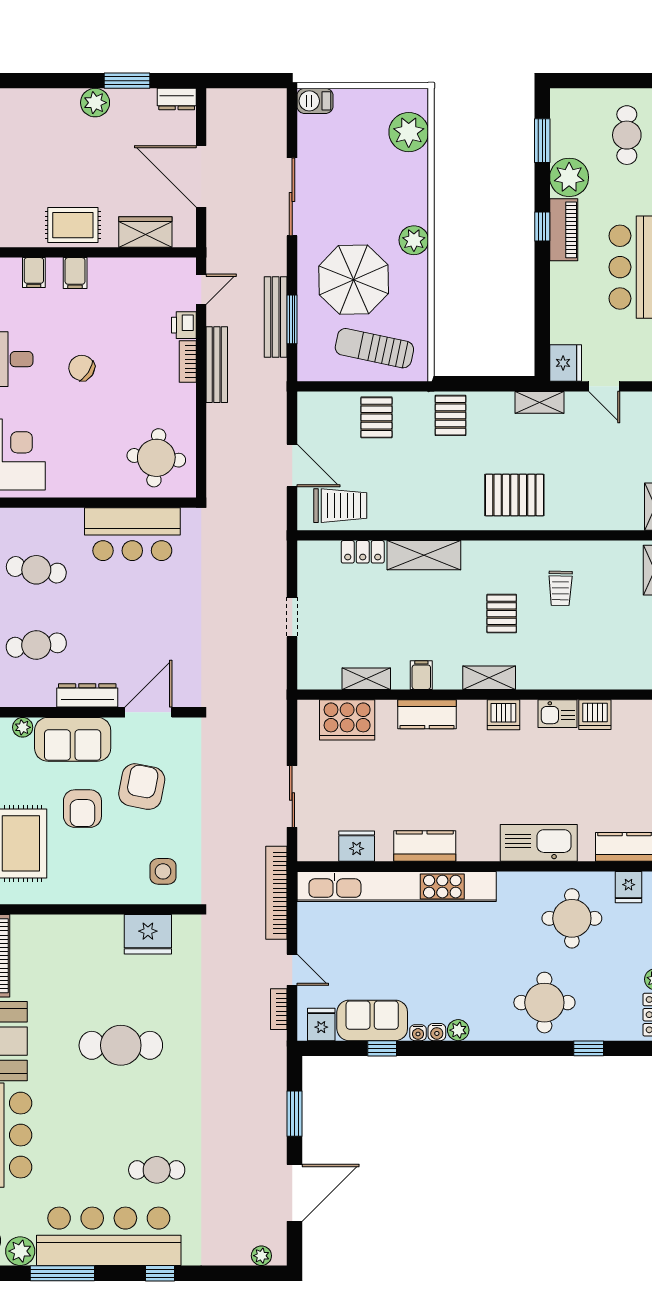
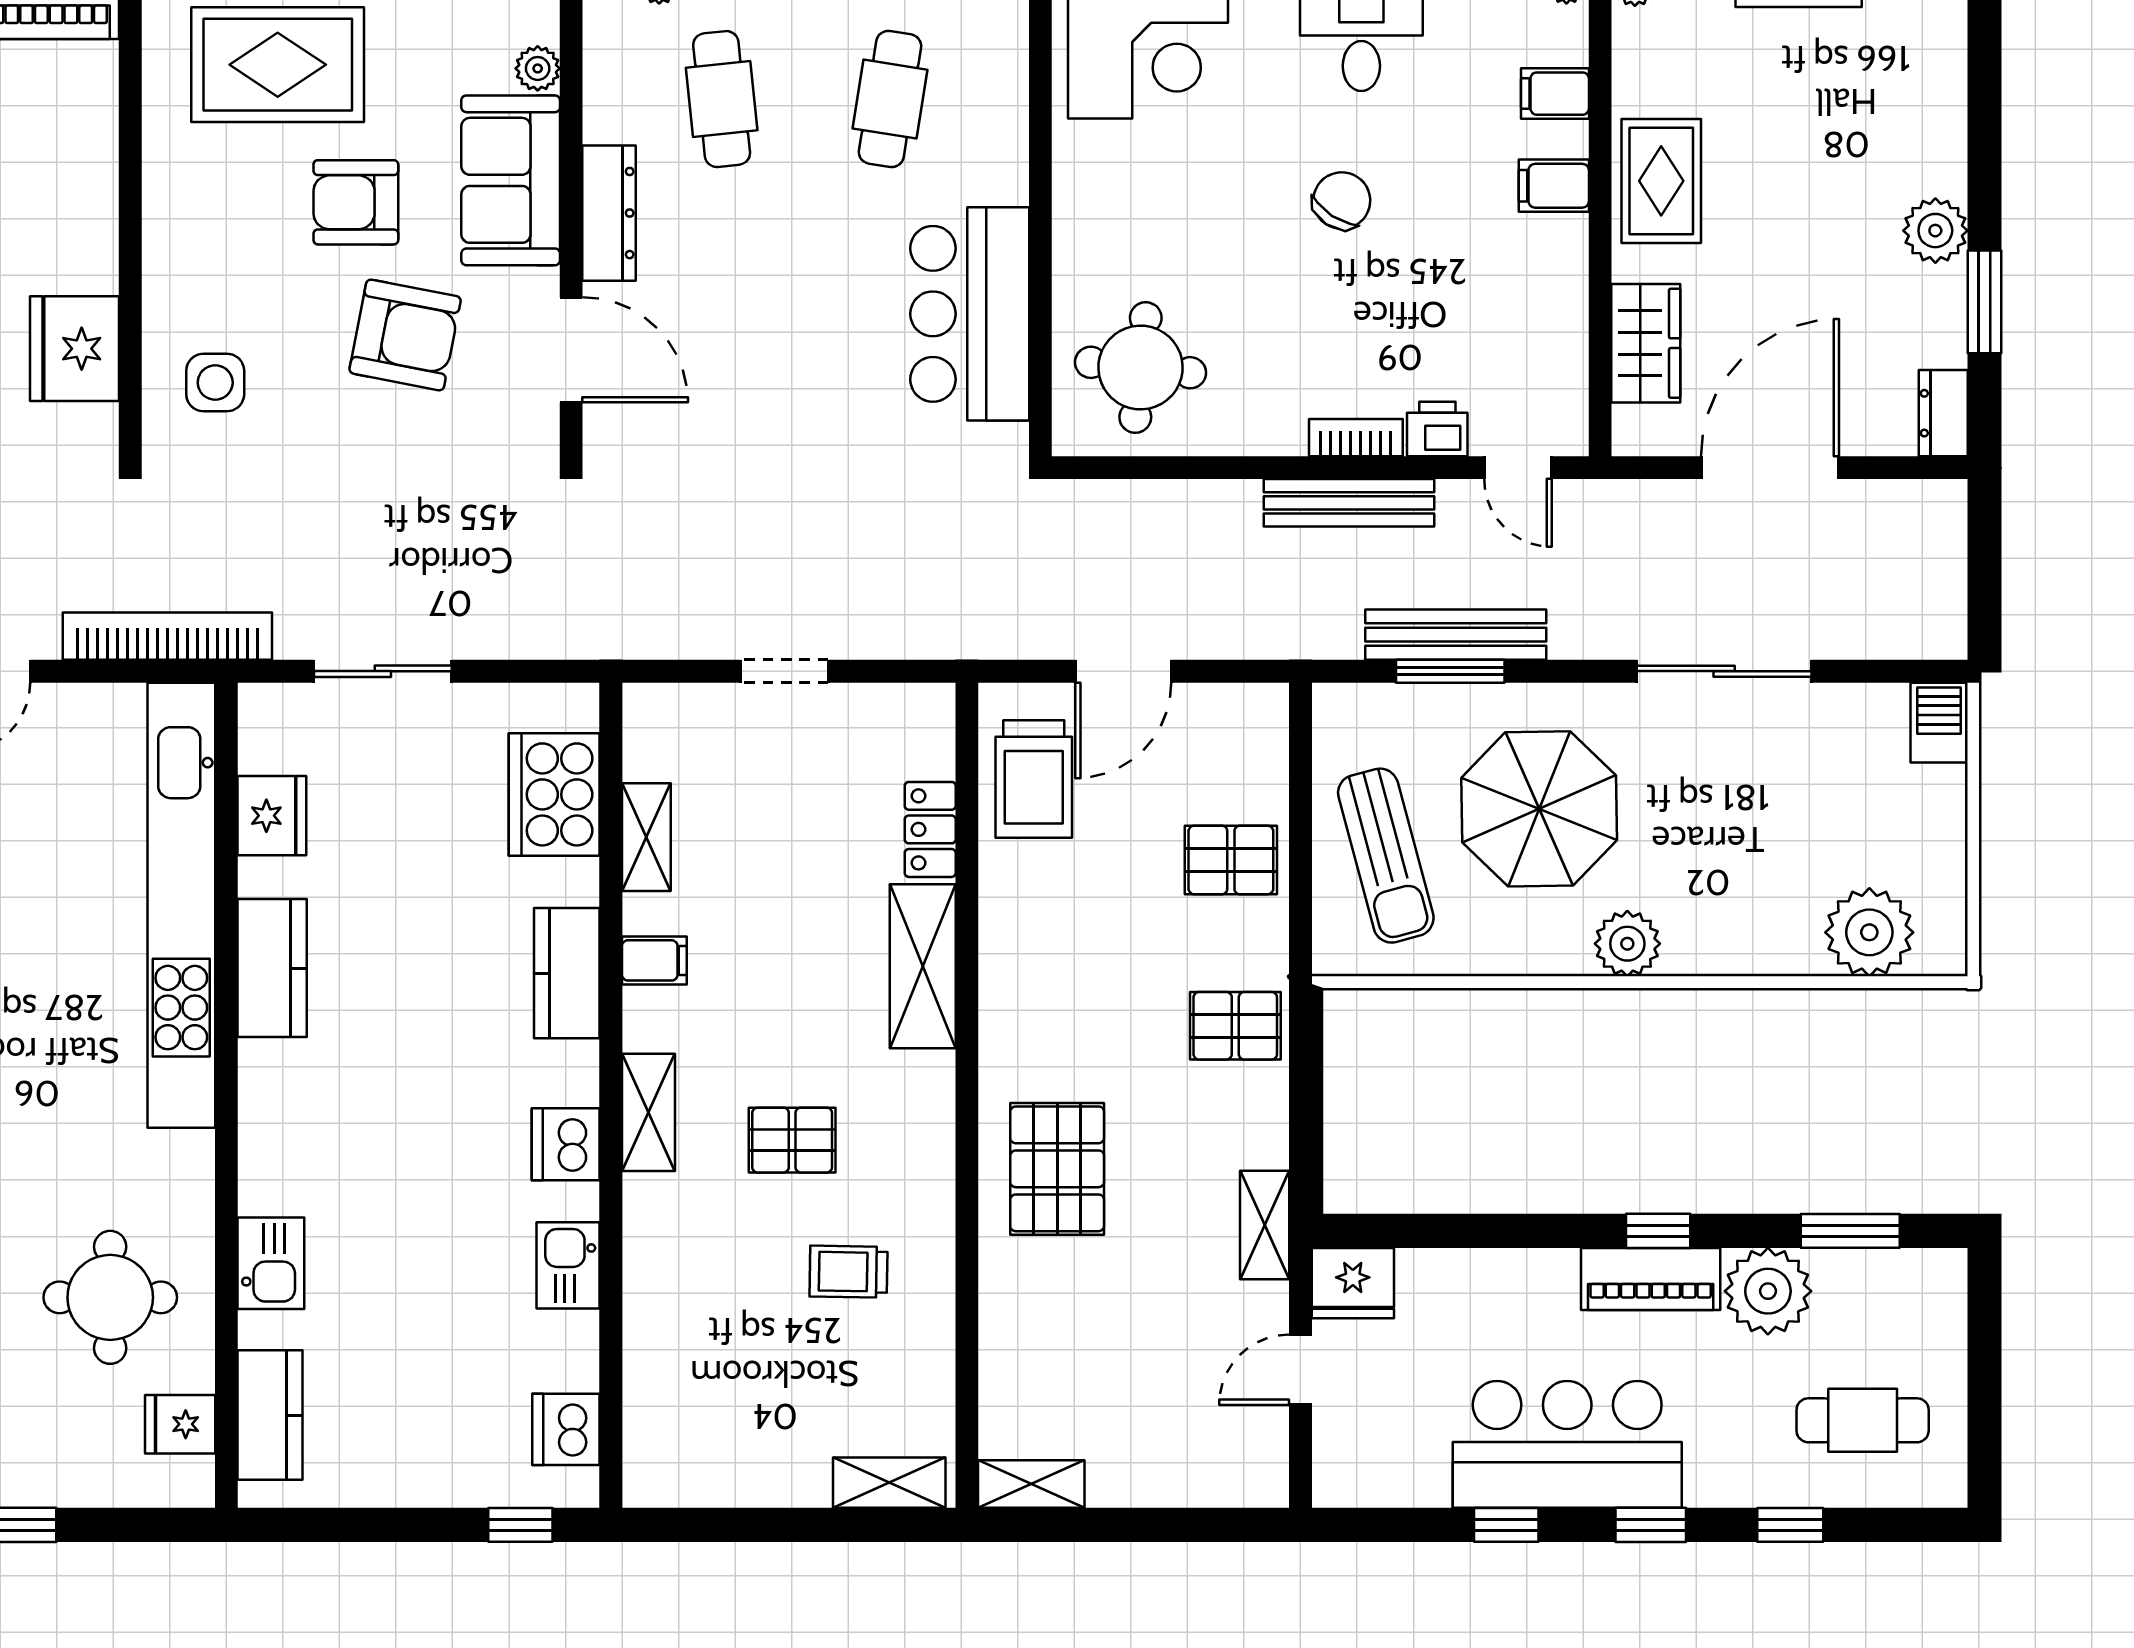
sun lounger: (374, 348) -> (1386, 856), turned 153
dishwasher: (595, 715) -> (566, 1429), moved
kitchen sink: (539, 843) -> (271, 1263), width x0.53, depth x0.81

